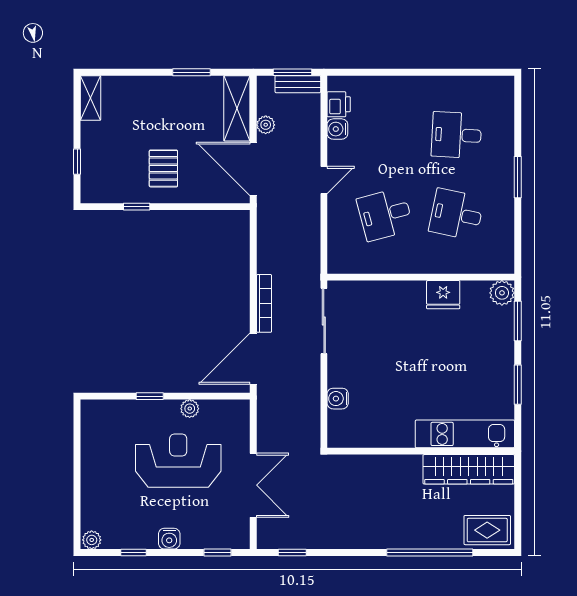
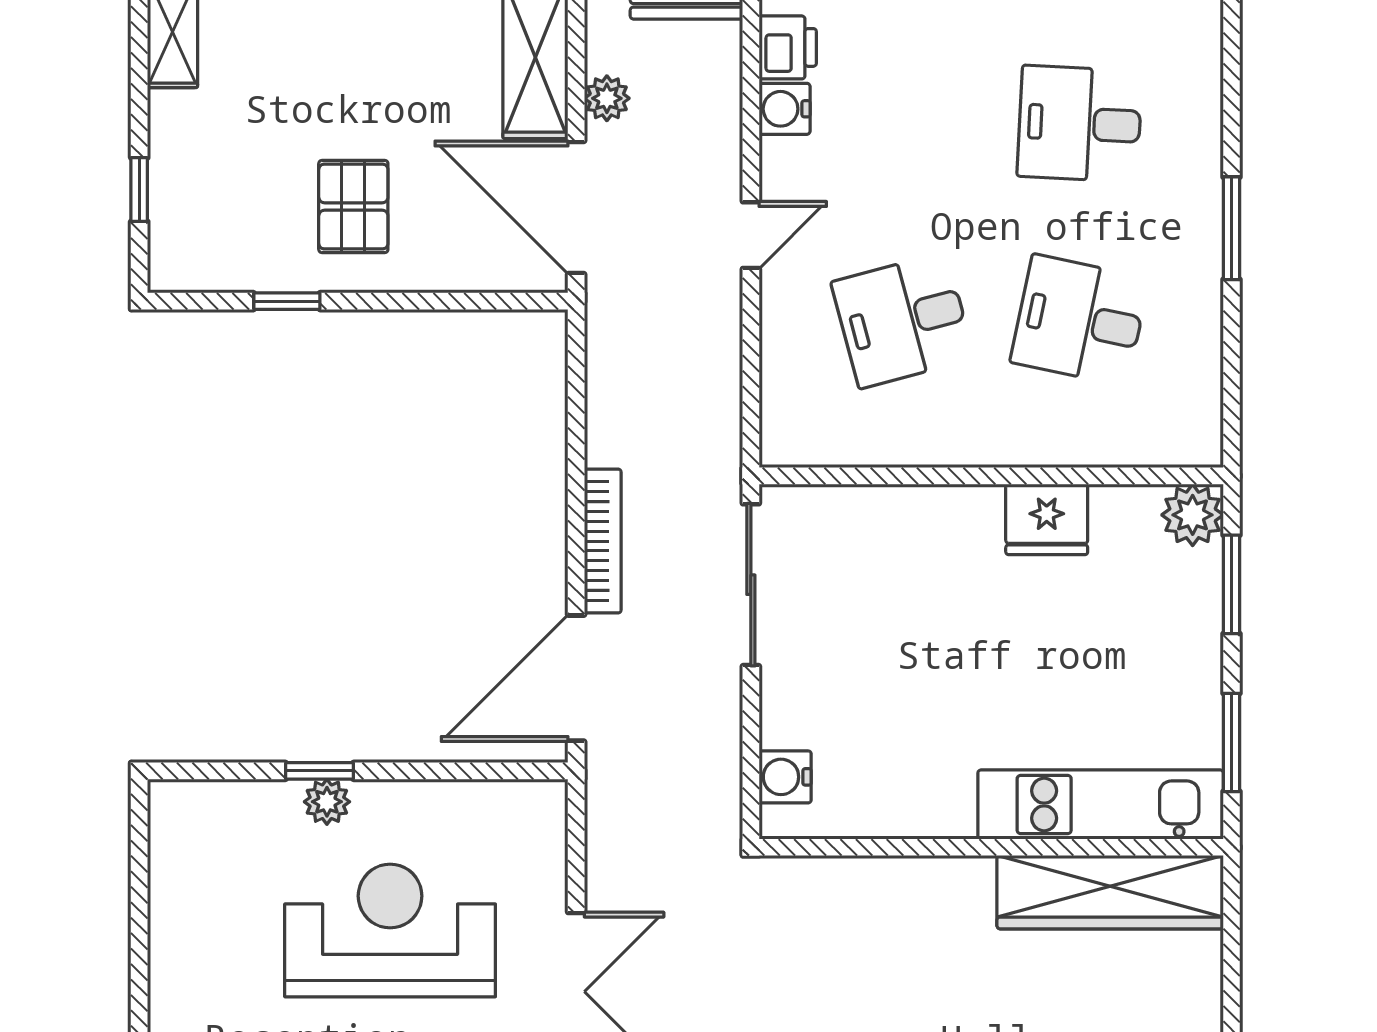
plant: (190, 409) -> (327, 802), moved
kitchen unit: (465, 434) -> (1101, 805), moved
wall: (421, 451) -> (991, 847), moved
wardrobe: (469, 469) -> (1110, 892), moved

